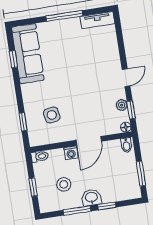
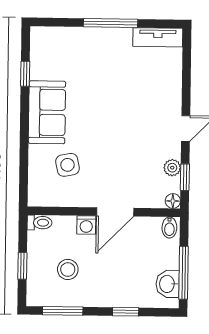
sofa: (28, 54) -> (47, 112), moved, width x0.73
window: (23, 122) -> (24, 168), removed
window: (141, 174) -> (184, 273), width x1.44
washbasin: (91, 198) -> (168, 284), moved, turned -90
window: (77, 211) -> (63, 311), moved

